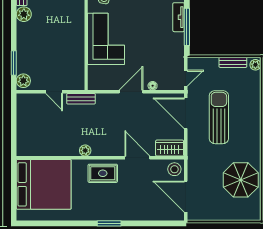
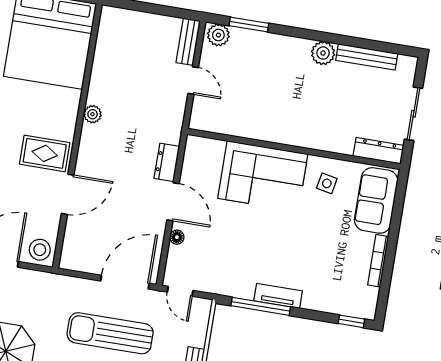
door: (54, 92) -> (193, 81), swing flipped
bench: (81, 99) -> (188, 42), moved
dresser: (107, 100) -> (167, 162), added
sun lounger: (219, 117) -> (110, 333), turned 180
wardrobe: (170, 148) -> (74, 248), removed
rug: (103, 173) -> (45, 153), moved, turned 90

